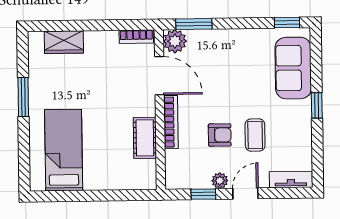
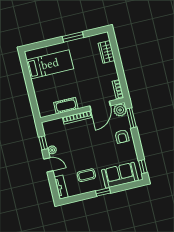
armchair: (220, 135) -> (122, 136), moved
coffee table: (255, 135) -> (86, 175), moved

